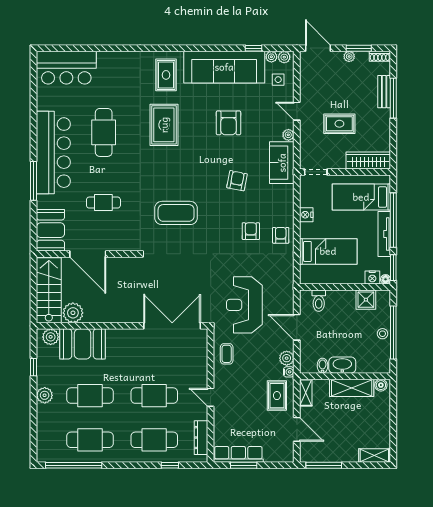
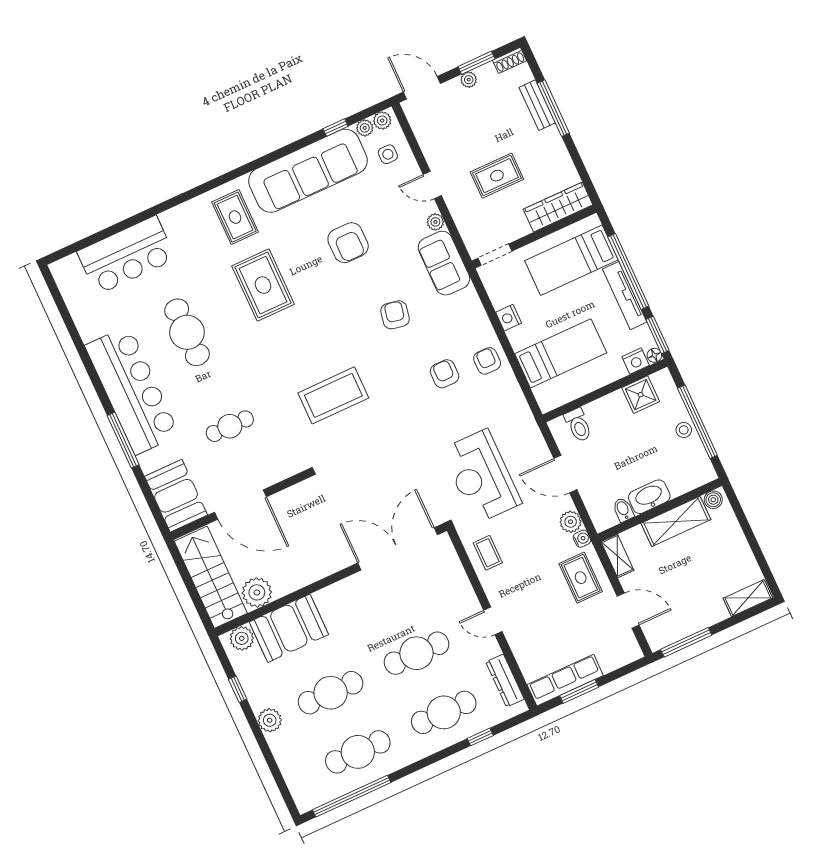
bar counter: (66, 68) -> (126, 255), moved

